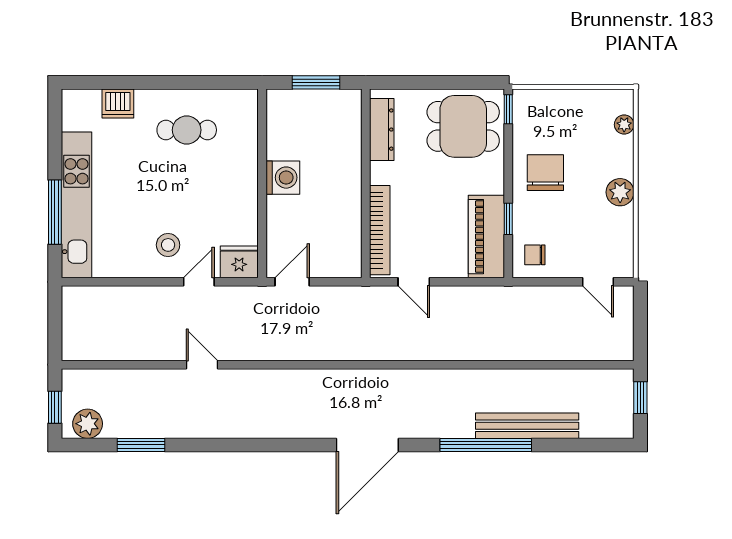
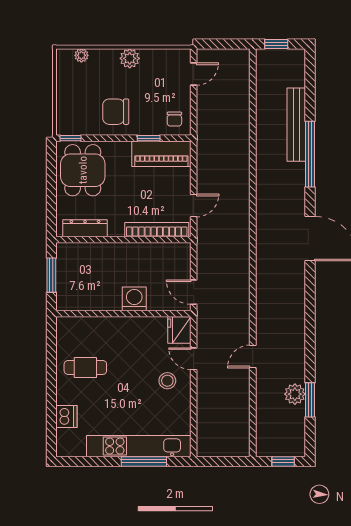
cafe table: (187, 130) -> (85, 367), turned 90
washing machine: (283, 178) -> (134, 299), moved
plant: (88, 424) -> (295, 394), moved

